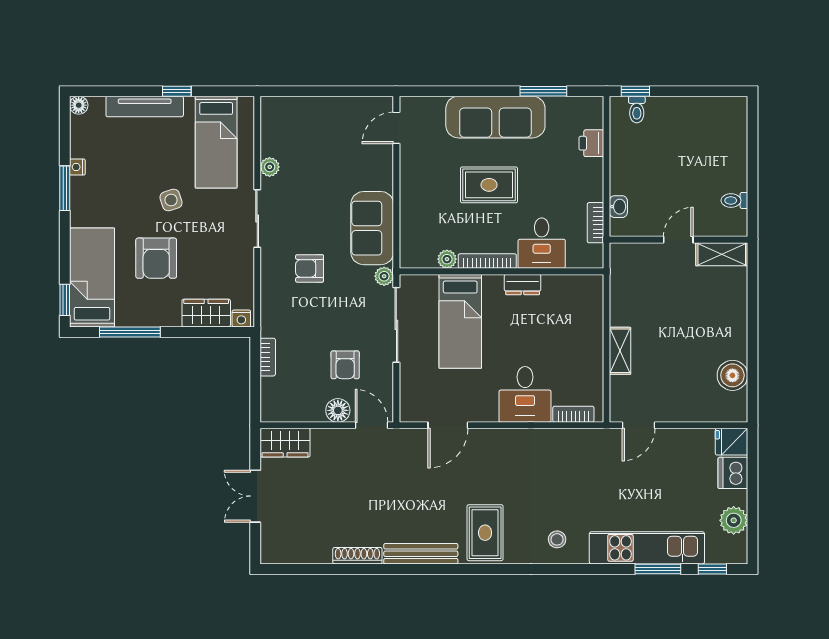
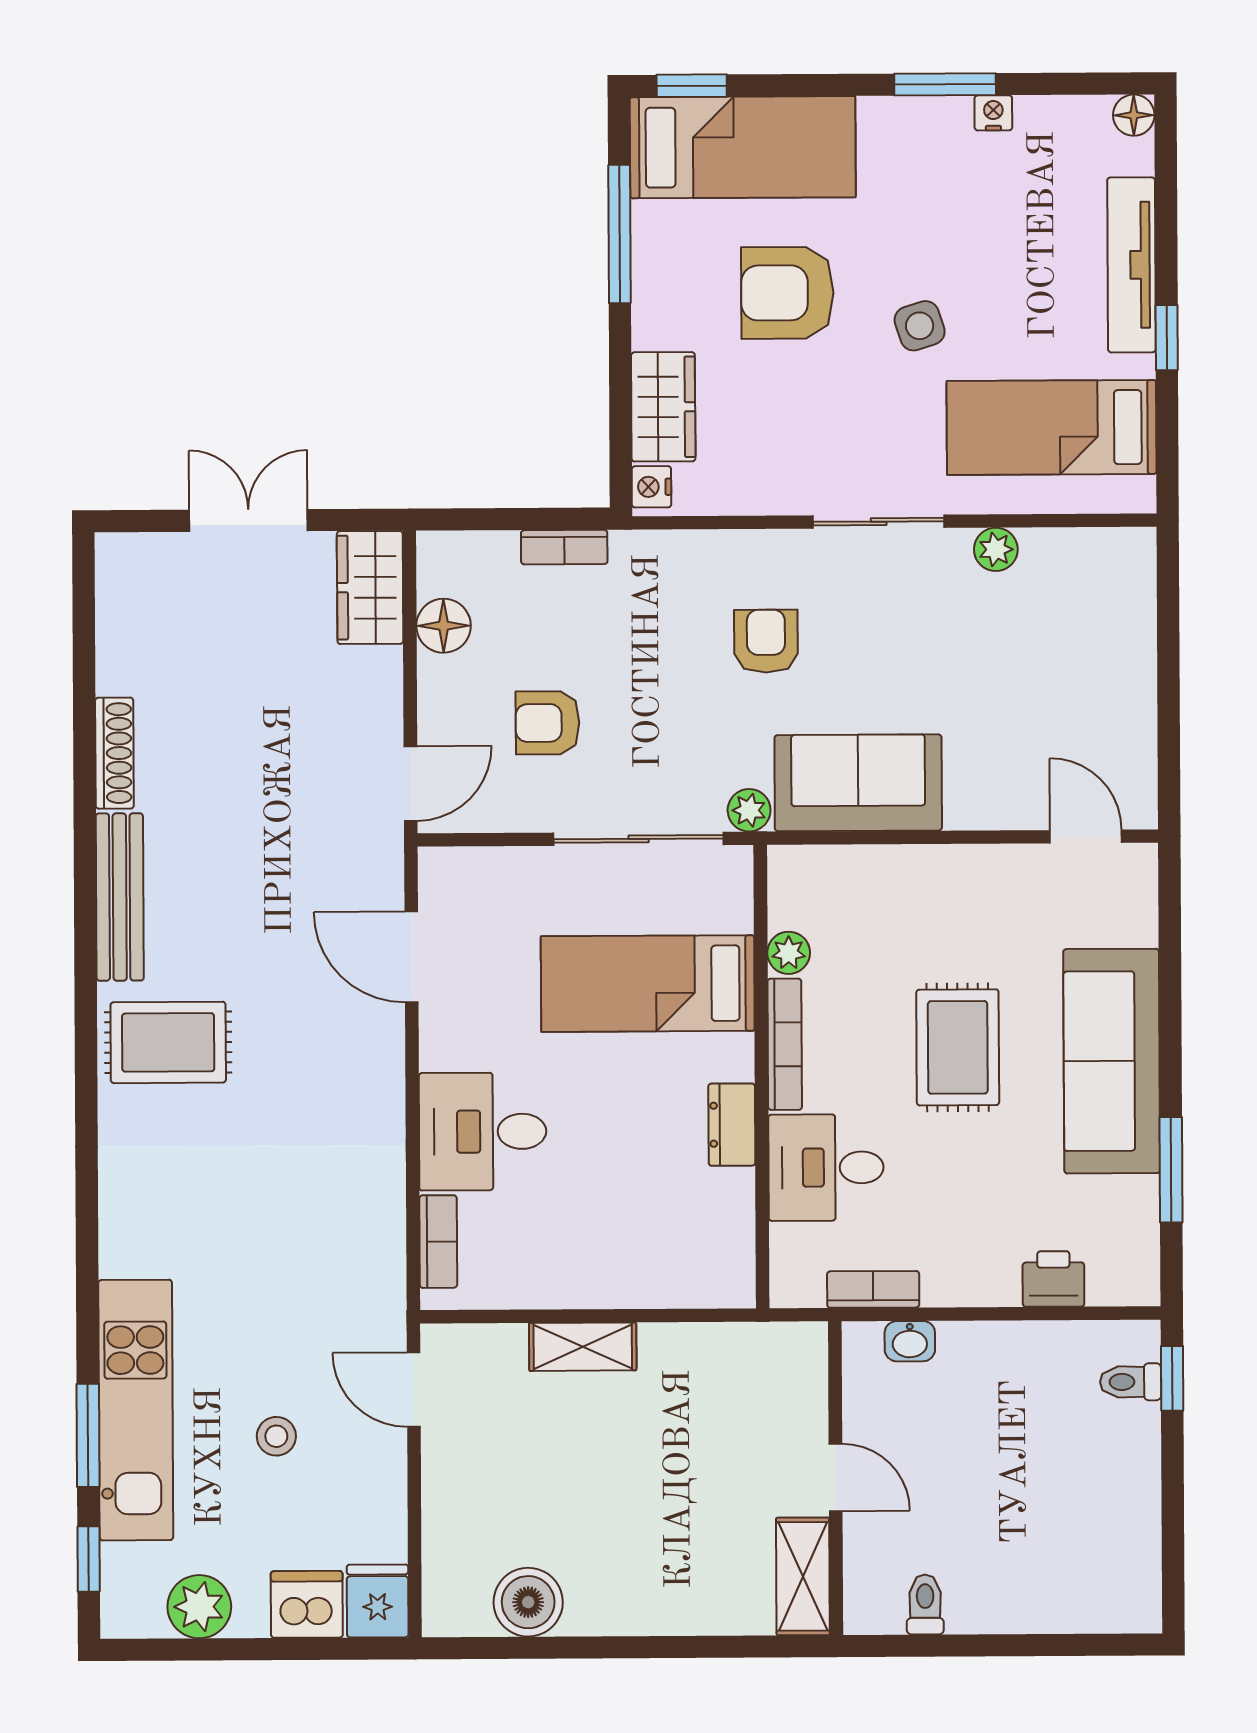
floor lamp: (338, 410) -> (444, 626), moved
stool: (557, 539) -> (276, 1436), moved

